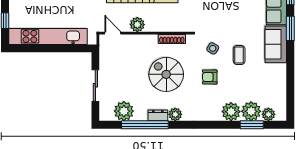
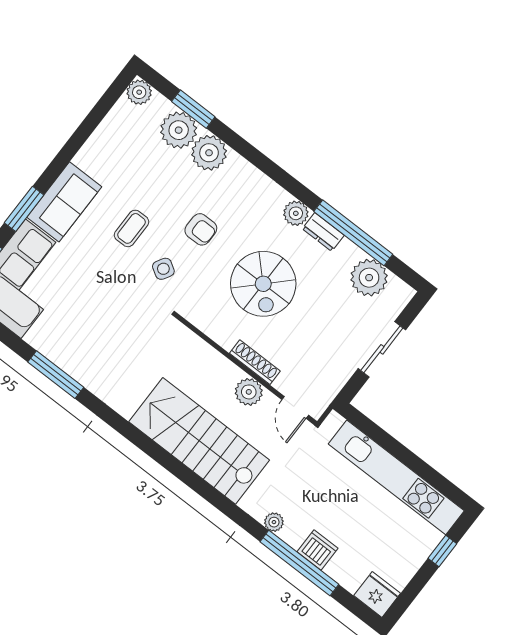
shoe rack: (172, 39) -> (255, 362), moved
plant: (268, 114) -> (139, 92), moved

